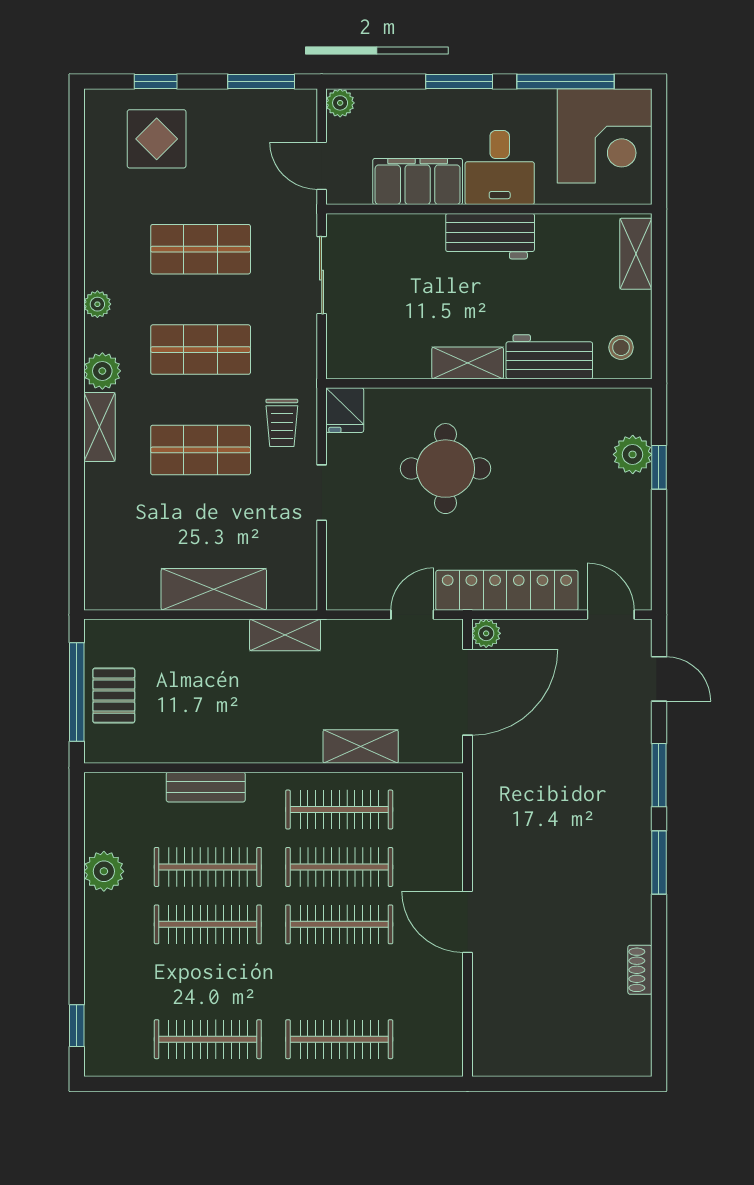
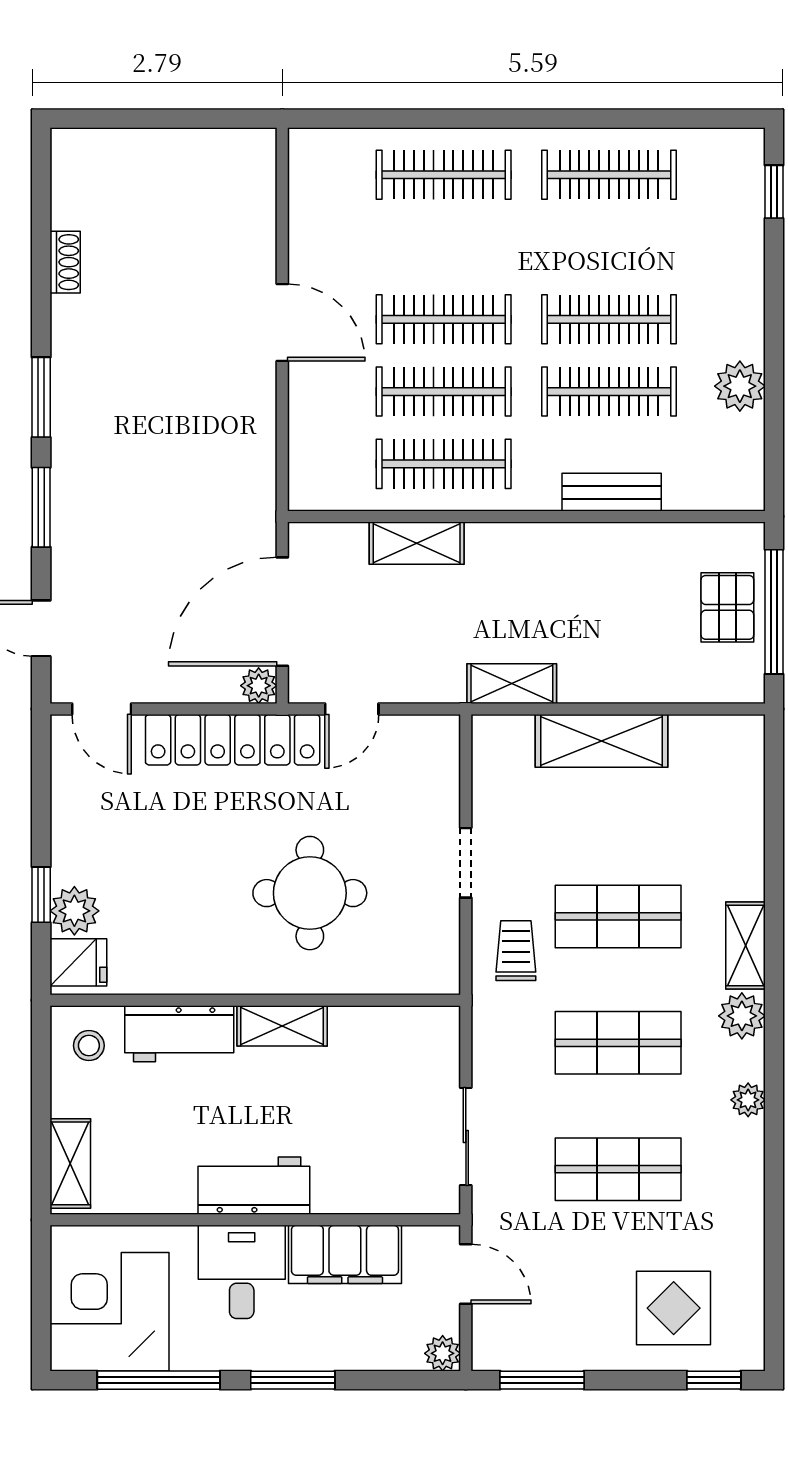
window: (156, 82) -> (714, 1380), moved
fridge: (345, 410) -> (78, 962), moved, turned 90

